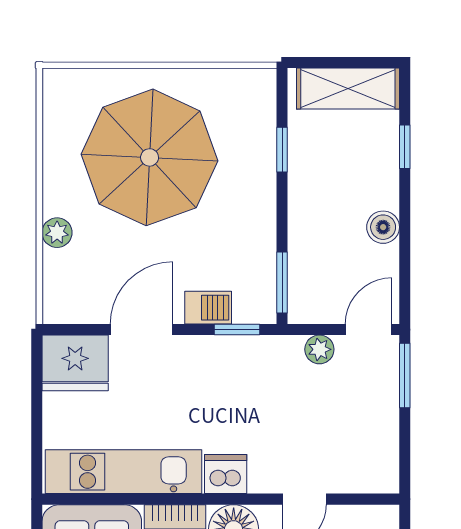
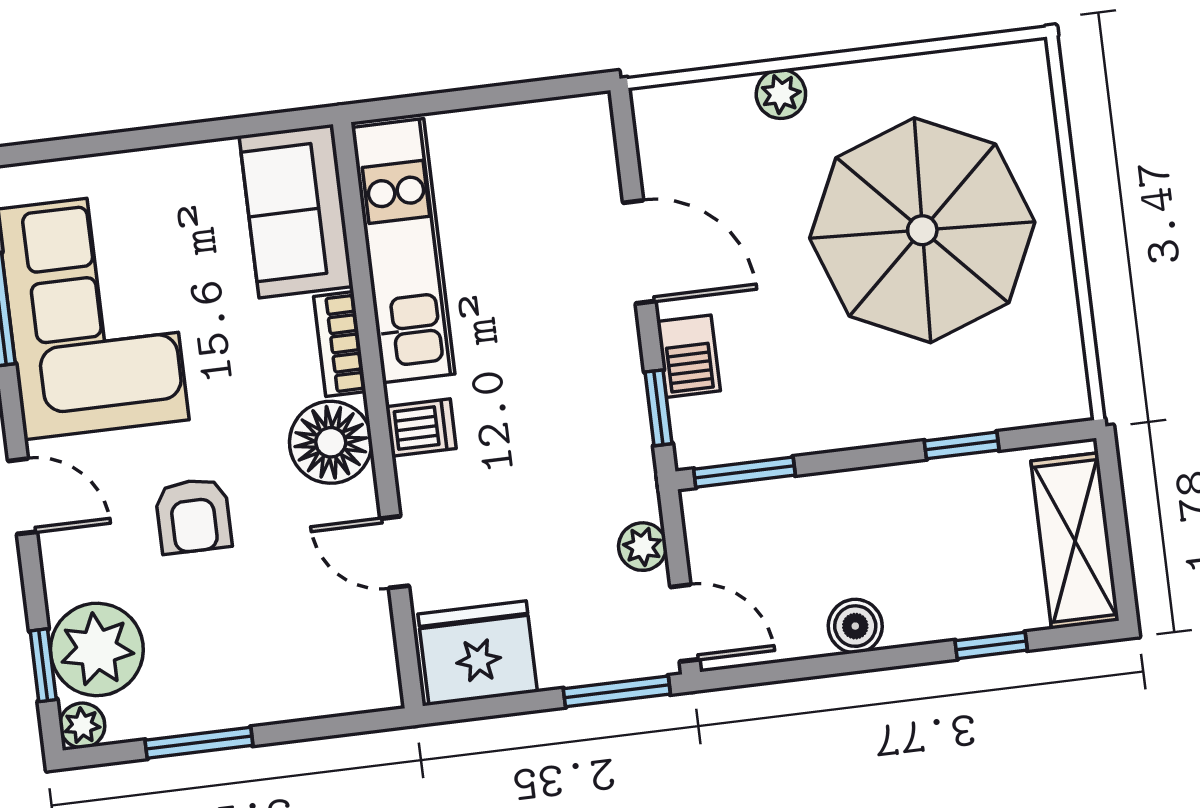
fridge: (75, 363) -> (478, 653), moved, turned 90
dishwasher: (226, 474) -> (421, 428), width x0.73

